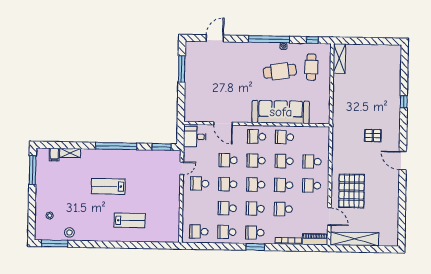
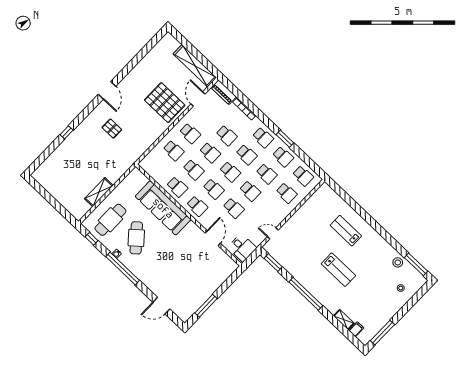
shelving: (339, 59) -> (99, 192), moved
cafe table: (311, 67) -> (110, 220), width x1.37, depth x1.35
cafe table: (280, 71) -> (136, 238), turned 57
school desk: (200, 184) -> (287, 193), moved
pallet: (352, 191) -> (165, 103), turned 90
window: (255, 247) -> (285, 139), moved

